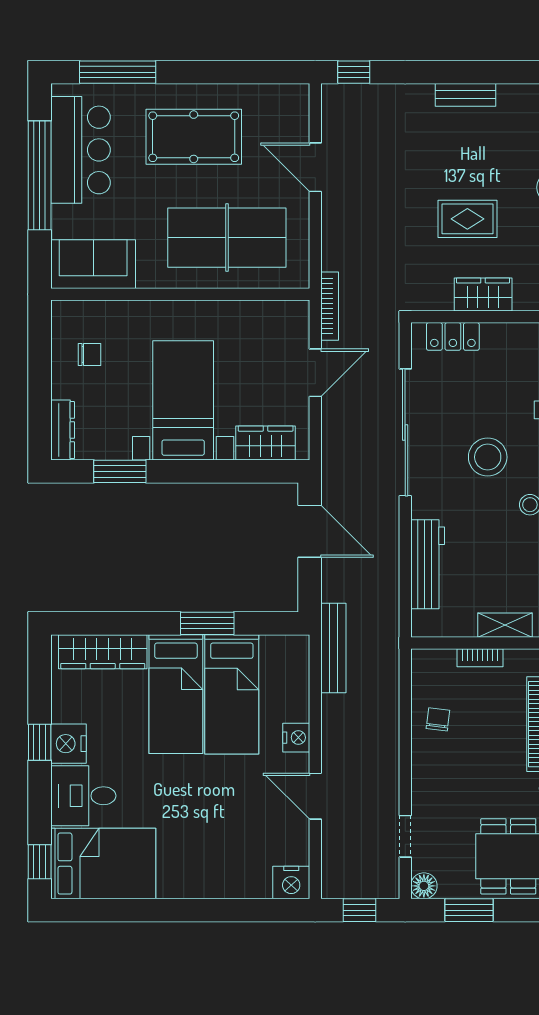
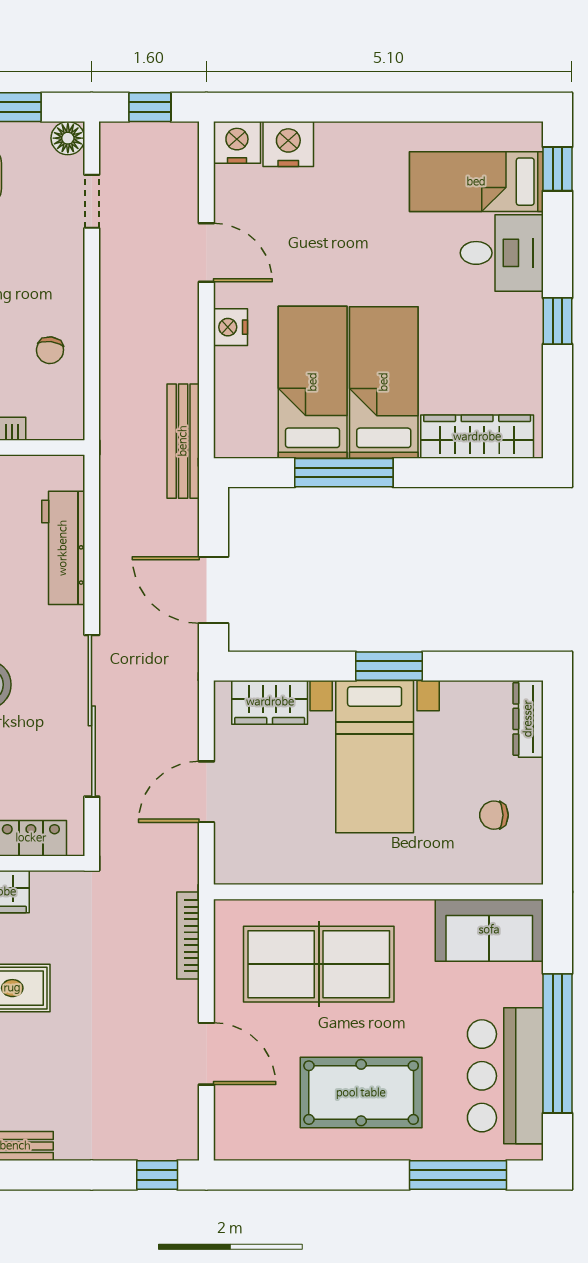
bookcase: (330, 306) -> (188, 936), moved
window: (120, 471) -> (389, 666), moved
window: (207, 623) -> (344, 473), width x1.44
nightstand: (68, 744) -> (288, 144), moved, turned -90
bed: (103, 864) -> (476, 182), width x0.67

